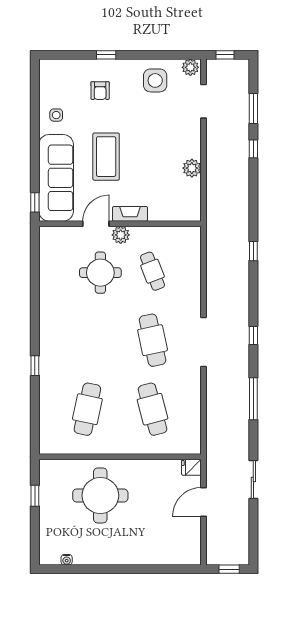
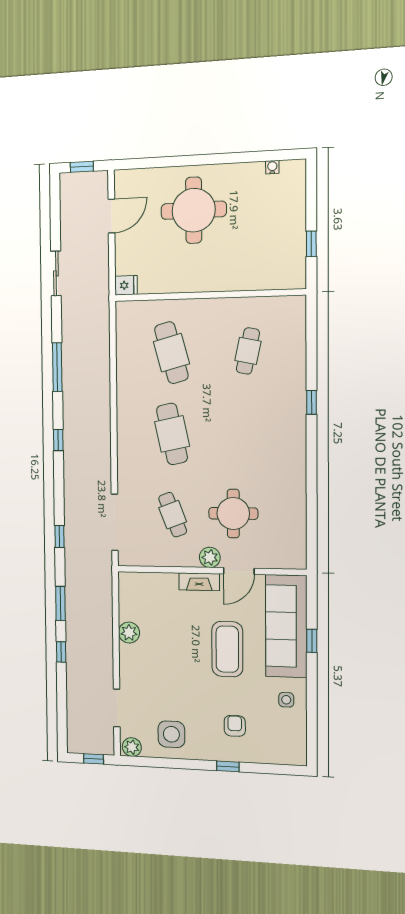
window: (253, 108) -> (60, 603), moved
window: (35, 202) -> (312, 641), moved
doorway: (204, 342) -> (115, 522), moved
cafe table: (87, 409) -> (248, 351), width x0.73, depth x0.74
round table: (100, 495) -> (194, 210), moved
door: (204, 502) -> (111, 216), moved

